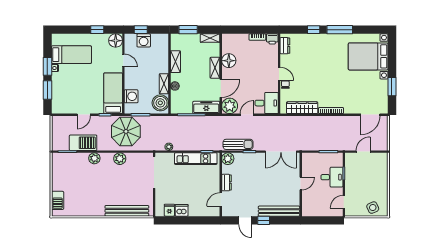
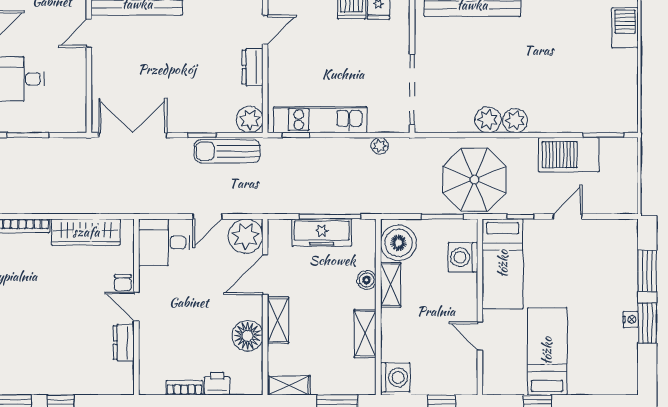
printer: (272, 39) -> (217, 384), moved
washing machine: (144, 40) -> (395, 377), moved, turned 90
floor lamp: (116, 41) -> (497, 380), removed
dresser: (285, 46) -> (124, 343), moved
bed: (71, 55) -> (547, 351), moved, turned 90
freezer: (206, 107) -> (322, 233), moved
plant: (94, 158) -> (515, 121), moved
door: (301, 183) -> (89, 33), moved

